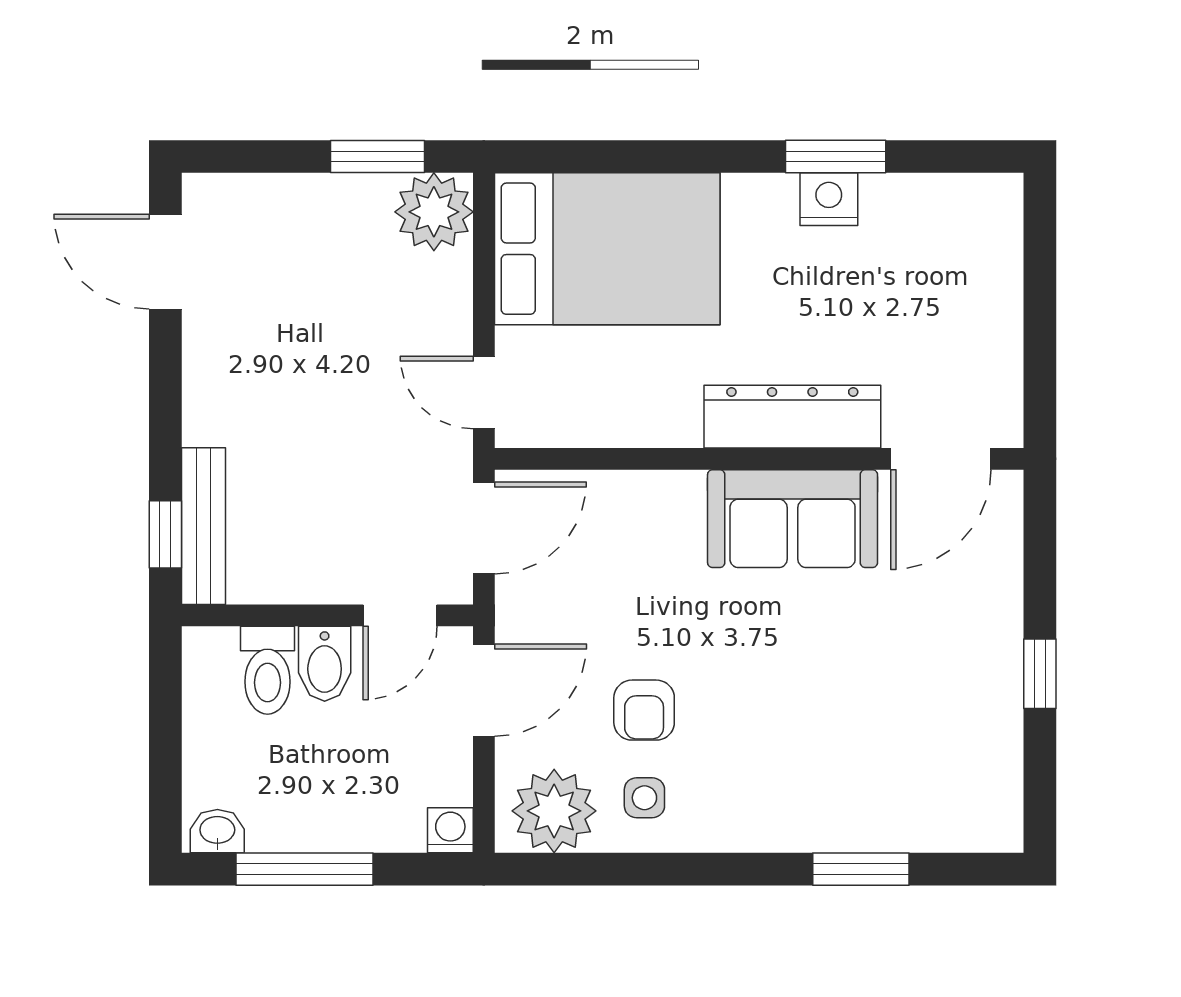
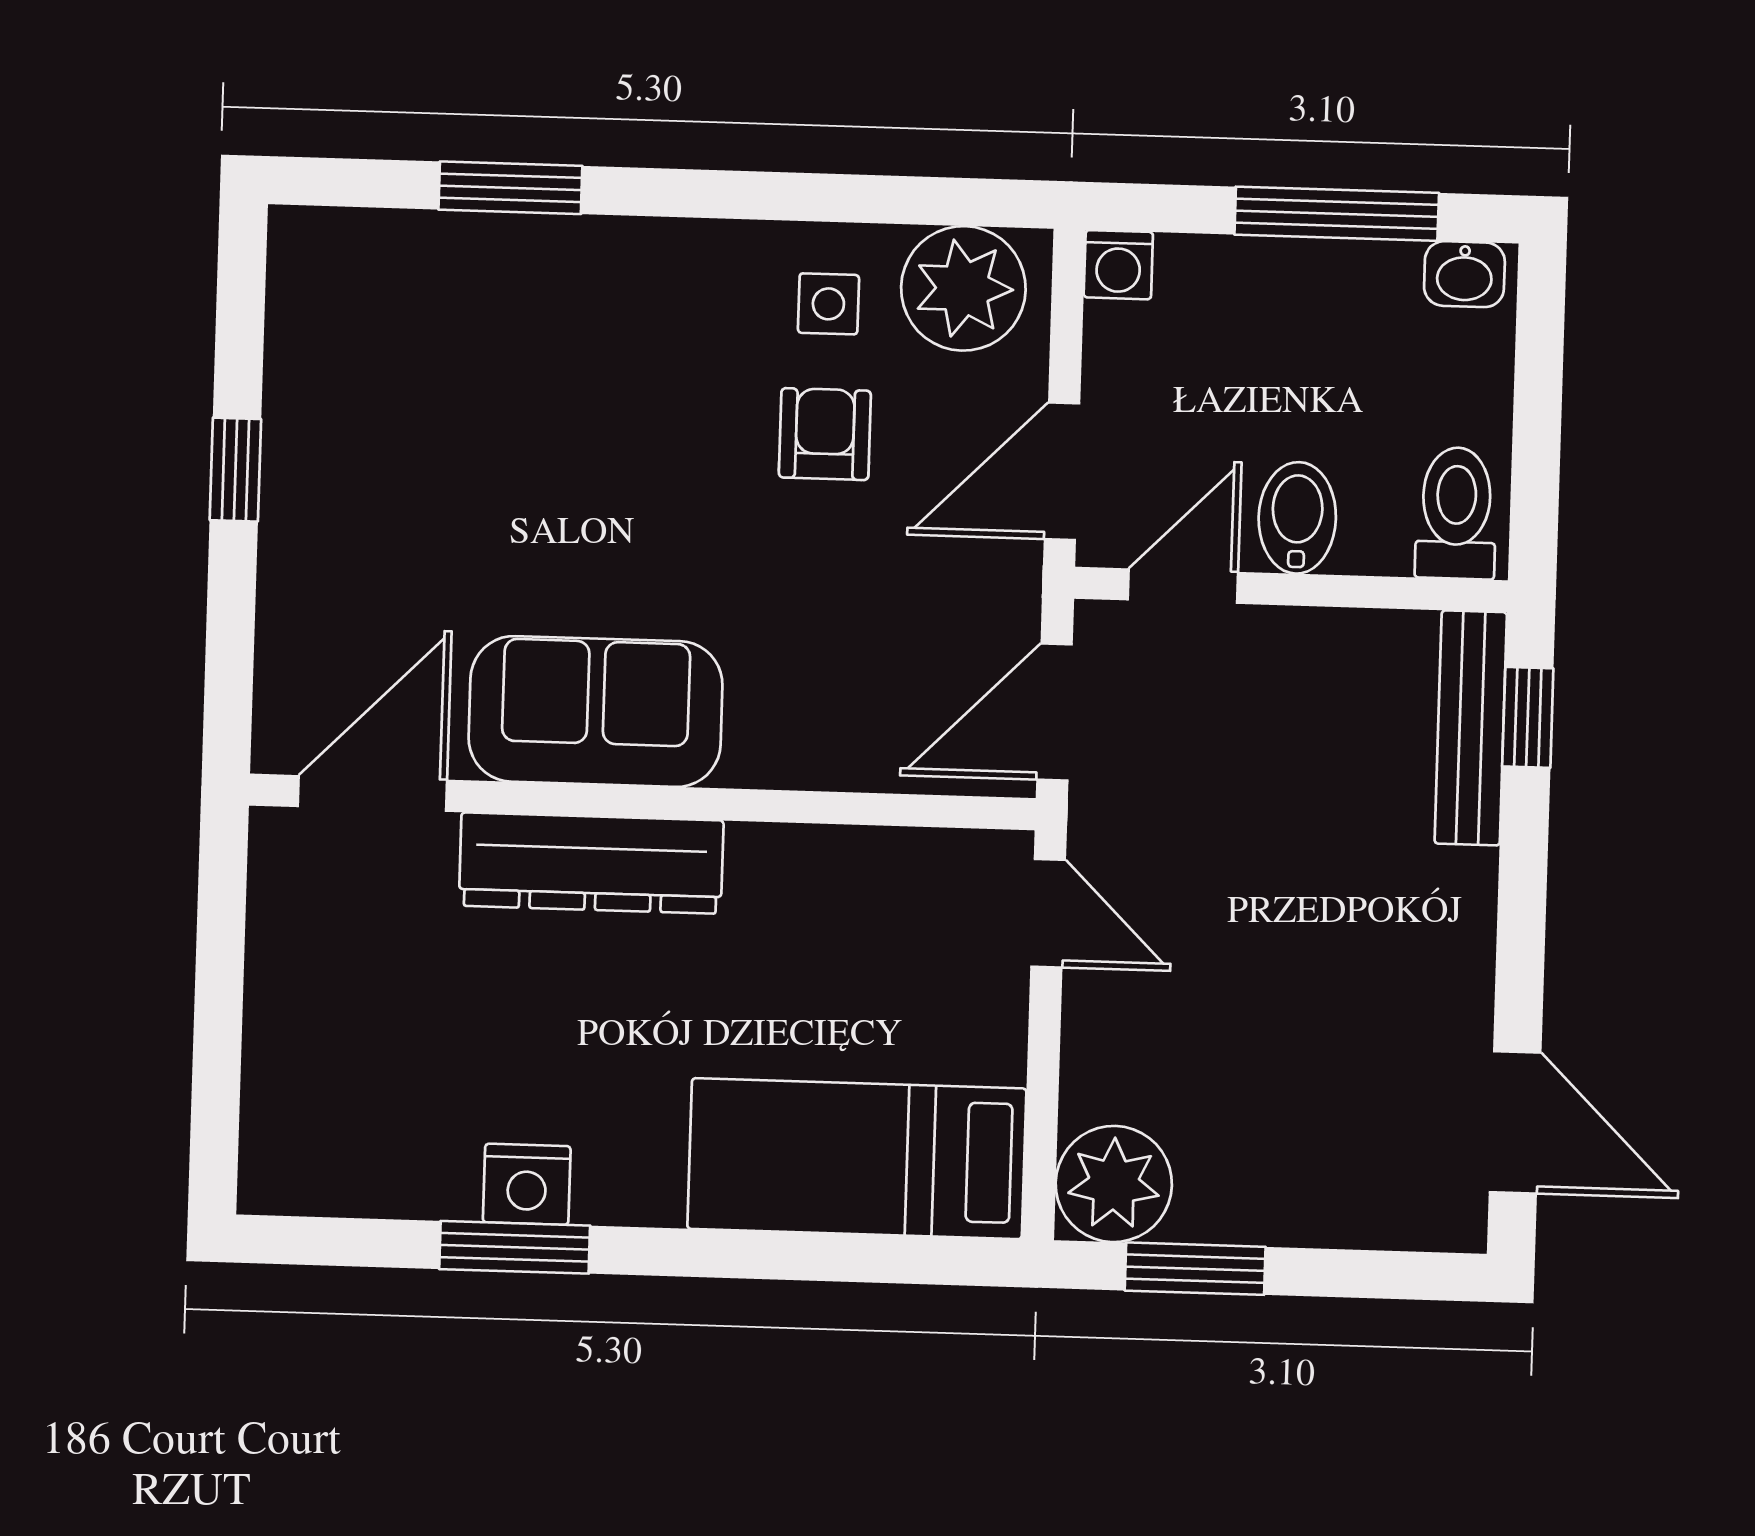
bed: (607, 249) -> (857, 1159), width x0.67
toilet: (268, 670) -> (1456, 513), moved

